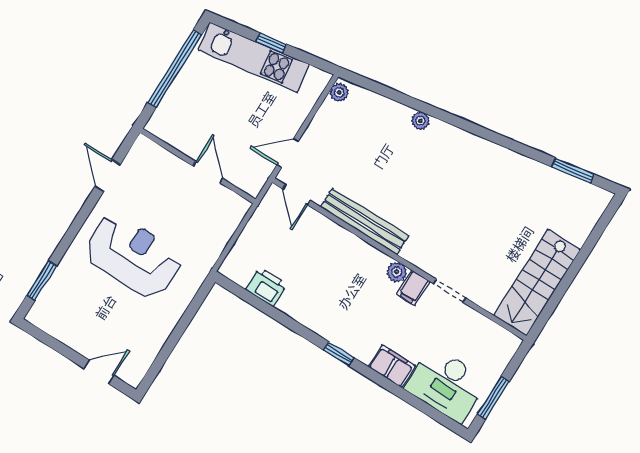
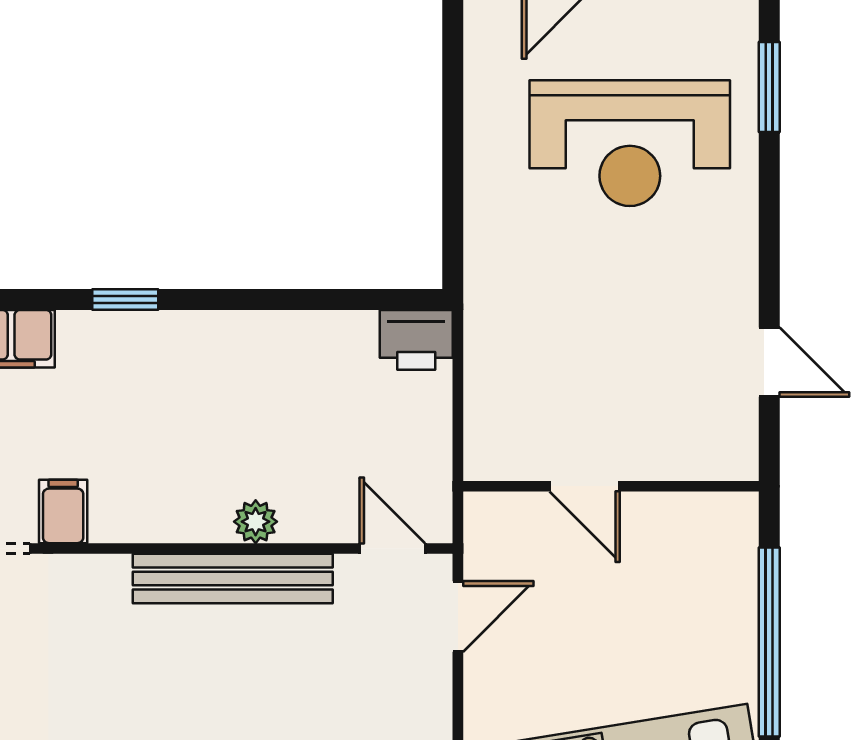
reception desk: (133, 256) -> (630, 143), moved
plant: (397, 272) -> (256, 522), moved
printer: (266, 287) -> (416, 340), moved

